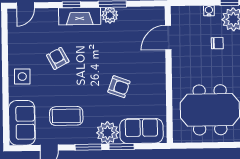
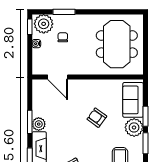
armchair: (119, 87) -> (97, 118), turned -74

